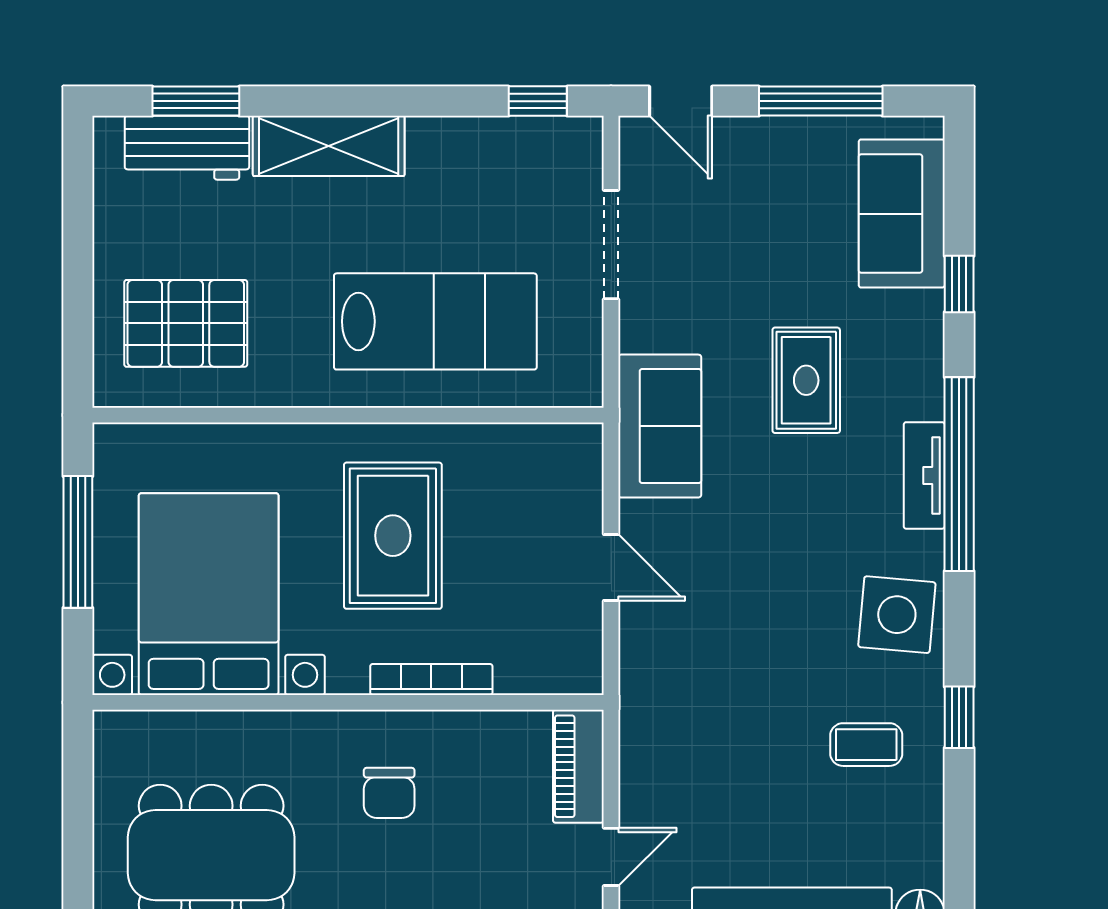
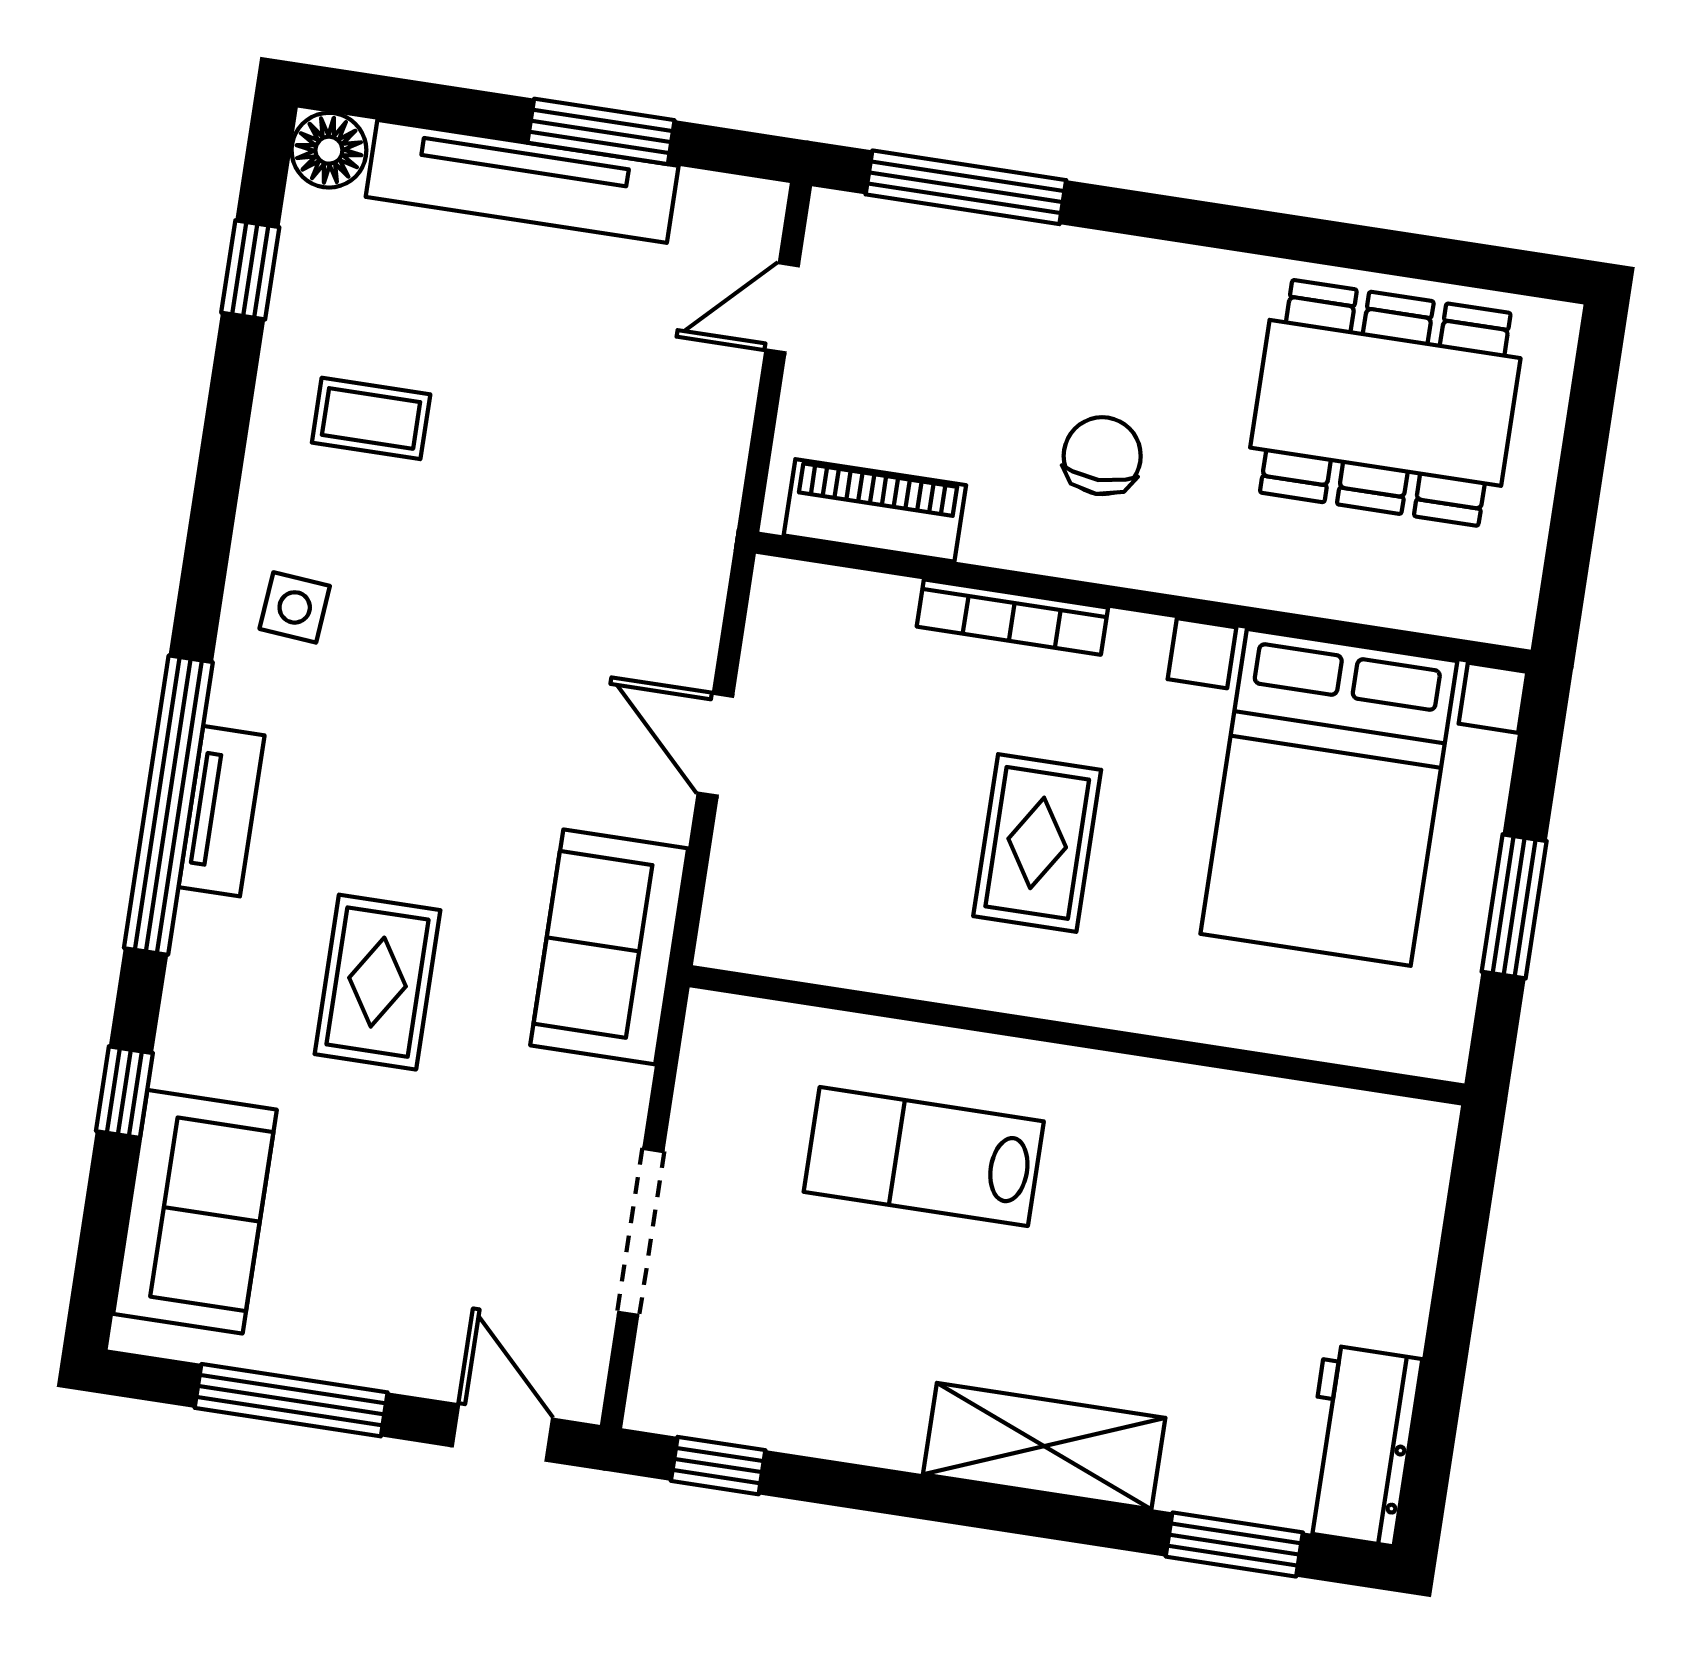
workbench: (187, 148) -> (1360, 1445), moved, turned -90
lab bench: (435, 321) -> (924, 1157), width x0.73, depth x0.72
pallet: (186, 323) -> (1301, 1211), removed
rug: (393, 536) -> (1037, 843), width x0.73, depth x0.70
window: (78, 542) -> (1514, 906), width x0.69
side table: (897, 615) -> (295, 607), width x0.54, depth x0.54
window: (959, 717) -> (250, 270), moved
piano: (578, 766) -> (875, 510), moved, turned -90

